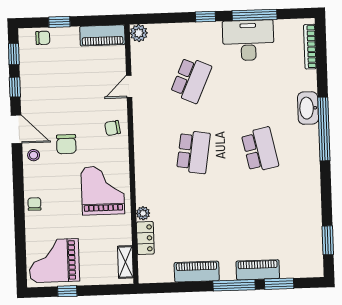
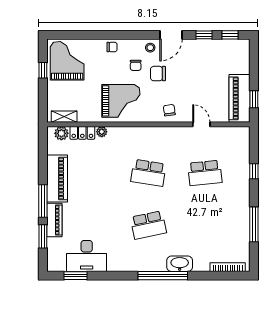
window: (205, 17) -> (254, 171), moved
window: (59, 22) -> (254, 99), moved
plant: (139, 33) -> (61, 133), moved
piano: (102, 35) -> (240, 98), width x1.37, depth x1.33
chair: (43, 38) -> (136, 65), moved
desk: (248, 40) -> (87, 256), moved, turned 90
school desk: (191, 80) -> (205, 173), turned -30
piano: (197, 272) -> (57, 178), width x1.37, depth x1.33

